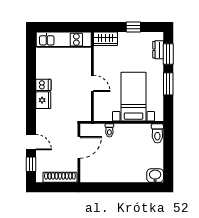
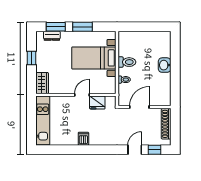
fridge: (43, 100) -> (97, 103), moved, turned 180
toilet: (157, 133) -> (127, 62), moved
door: (79, 147) -> (139, 107), hinge flipped
washbasin: (155, 176) -> (165, 65), moved

